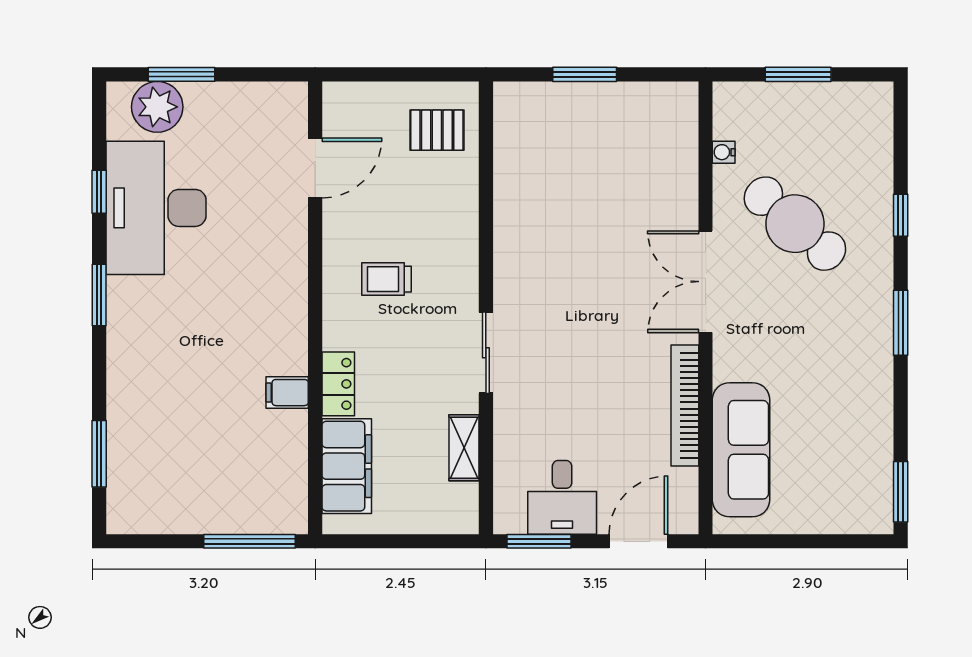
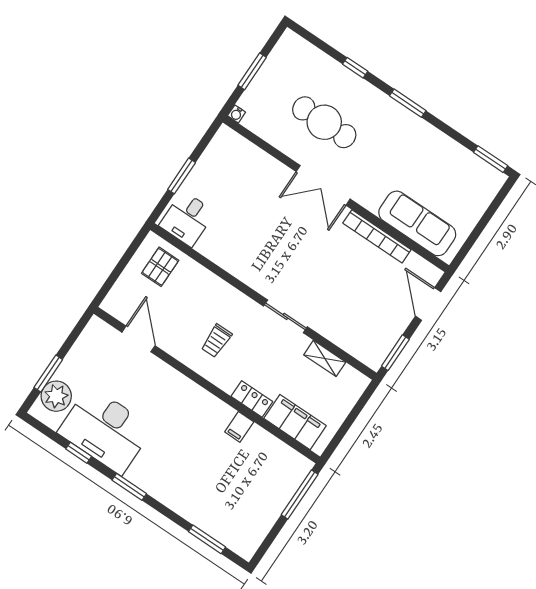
water cooler: (724, 152) -> (237, 114), moved
cafe table: (795, 224) -> (324, 122), turned 49
desk: (562, 497) -> (187, 219), moved, turned 90

